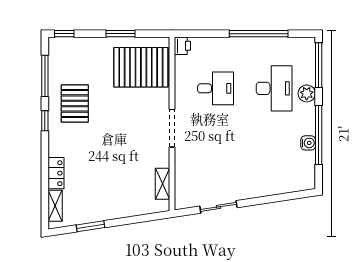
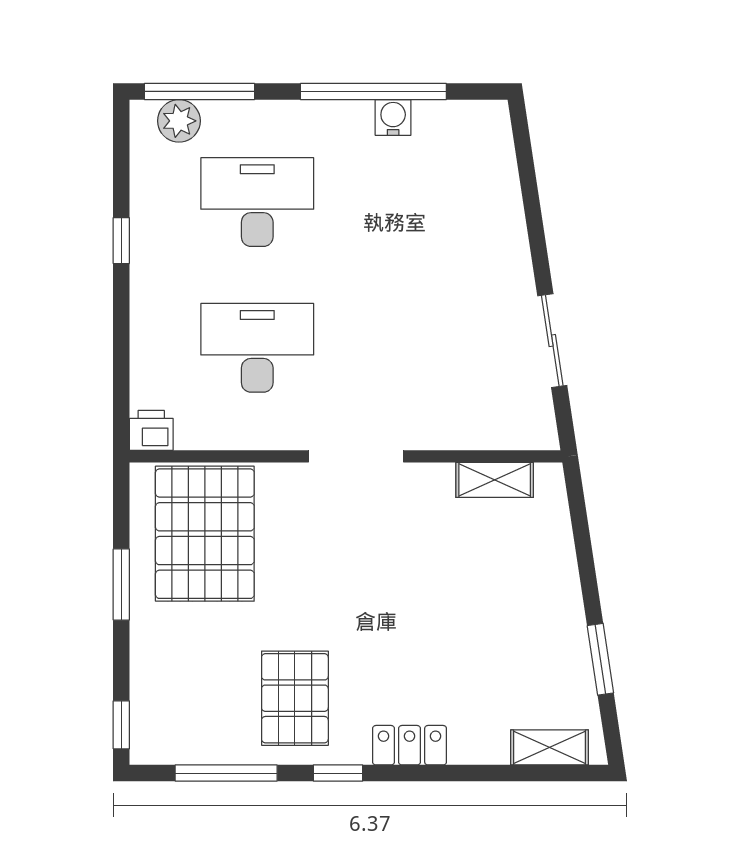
window: (259, 34) -> (121, 241), width x0.32
desk: (216, 88) -> (257, 348), width x1.37
plant: (307, 93) -> (179, 121), moved
pallet: (75, 104) -> (295, 698), turned 90
locker: (56, 173) -> (410, 745), moved

